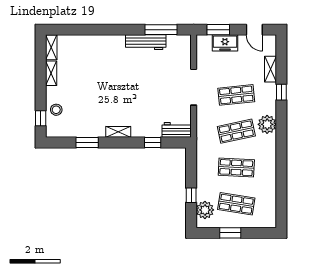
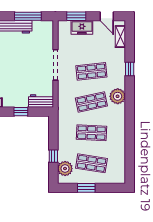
shelving: (271, 69) -> (120, 37), moved

